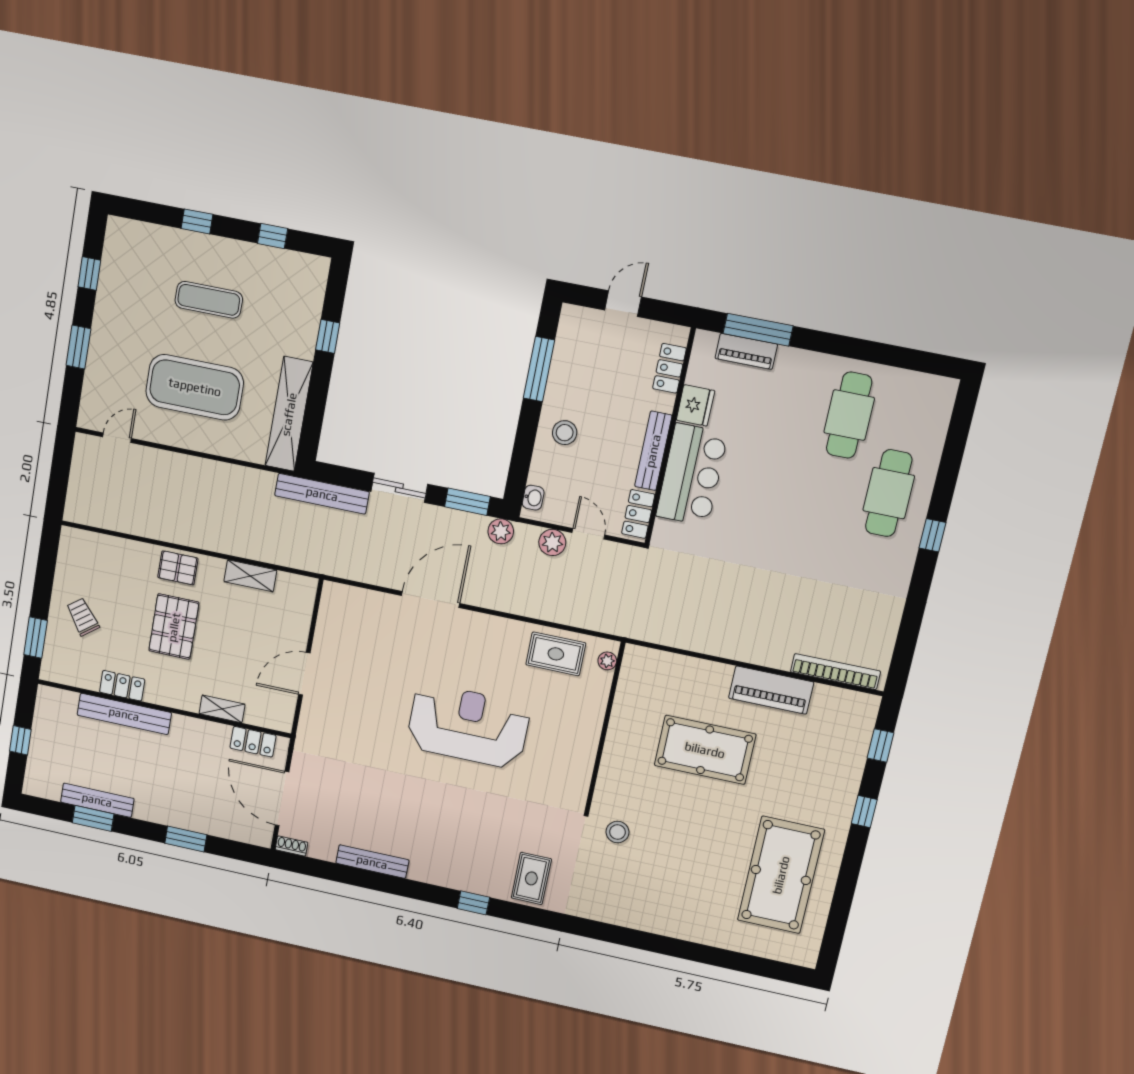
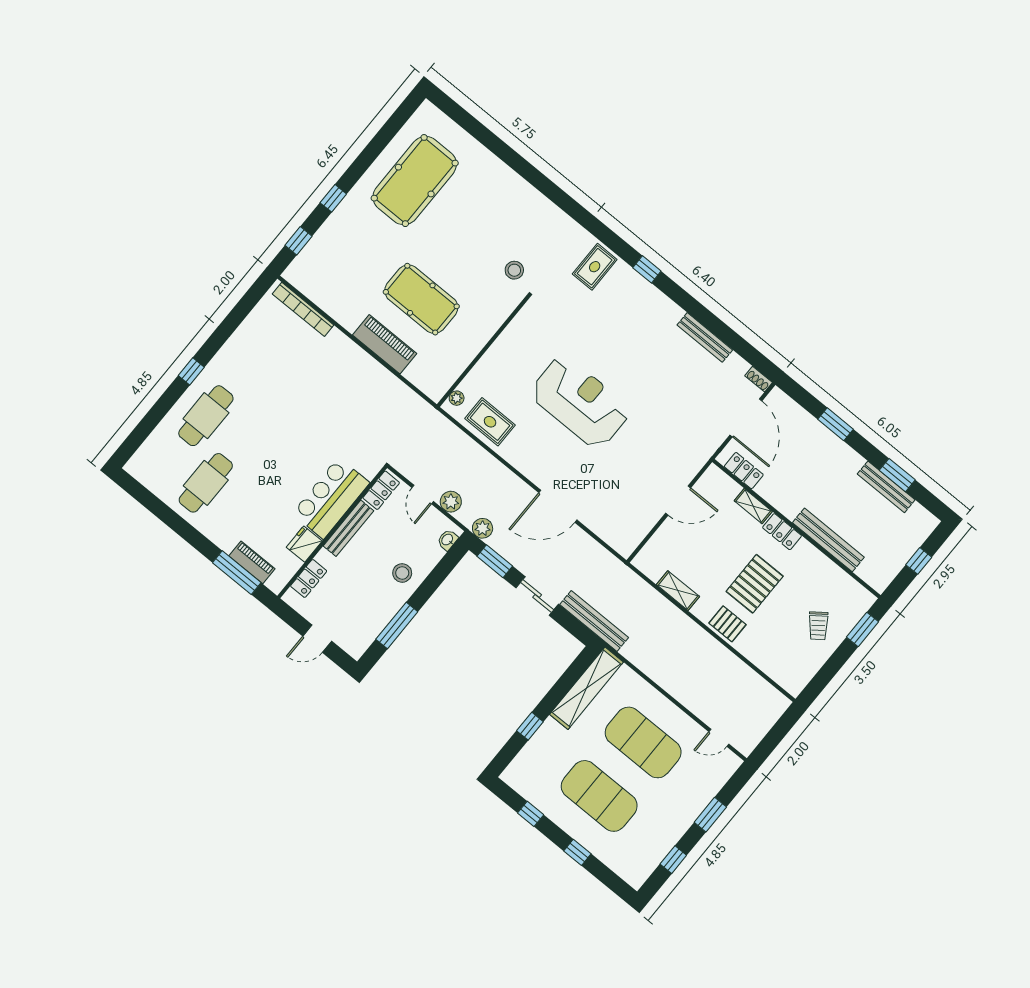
exercise mat: (209, 300) -> (599, 796), width x2.00, depth x1.45
locker: (122, 686) -> (782, 532), moved
piano: (771, 690) -> (385, 344), moved
reception desk: (468, 726) -> (580, 402), turned 180

